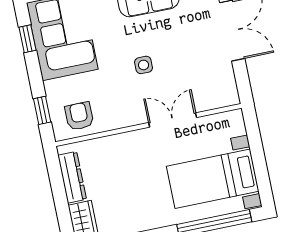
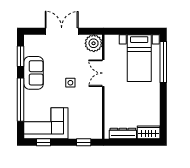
plant: (222, 92) -> (94, 43), added
armchair: (79, 116) -> (91, 123), removed

